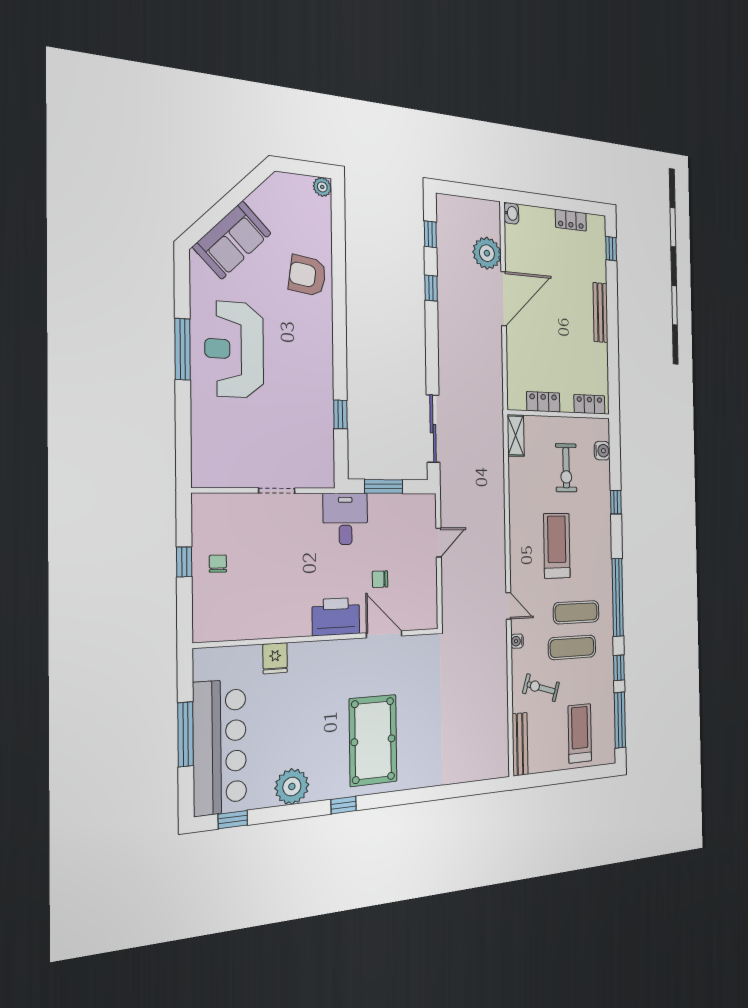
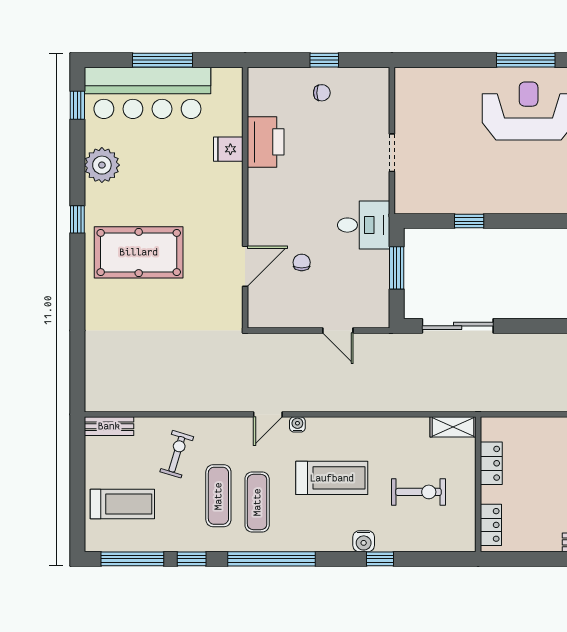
water cooler: (602, 451) -> (364, 541), moved
exercise bike: (566, 468) -> (419, 492), turned 180
printer: (336, 617) -> (266, 142), moved
water cooler: (517, 641) -> (297, 424), moved
bench: (520, 744) -> (109, 426), width x0.73

